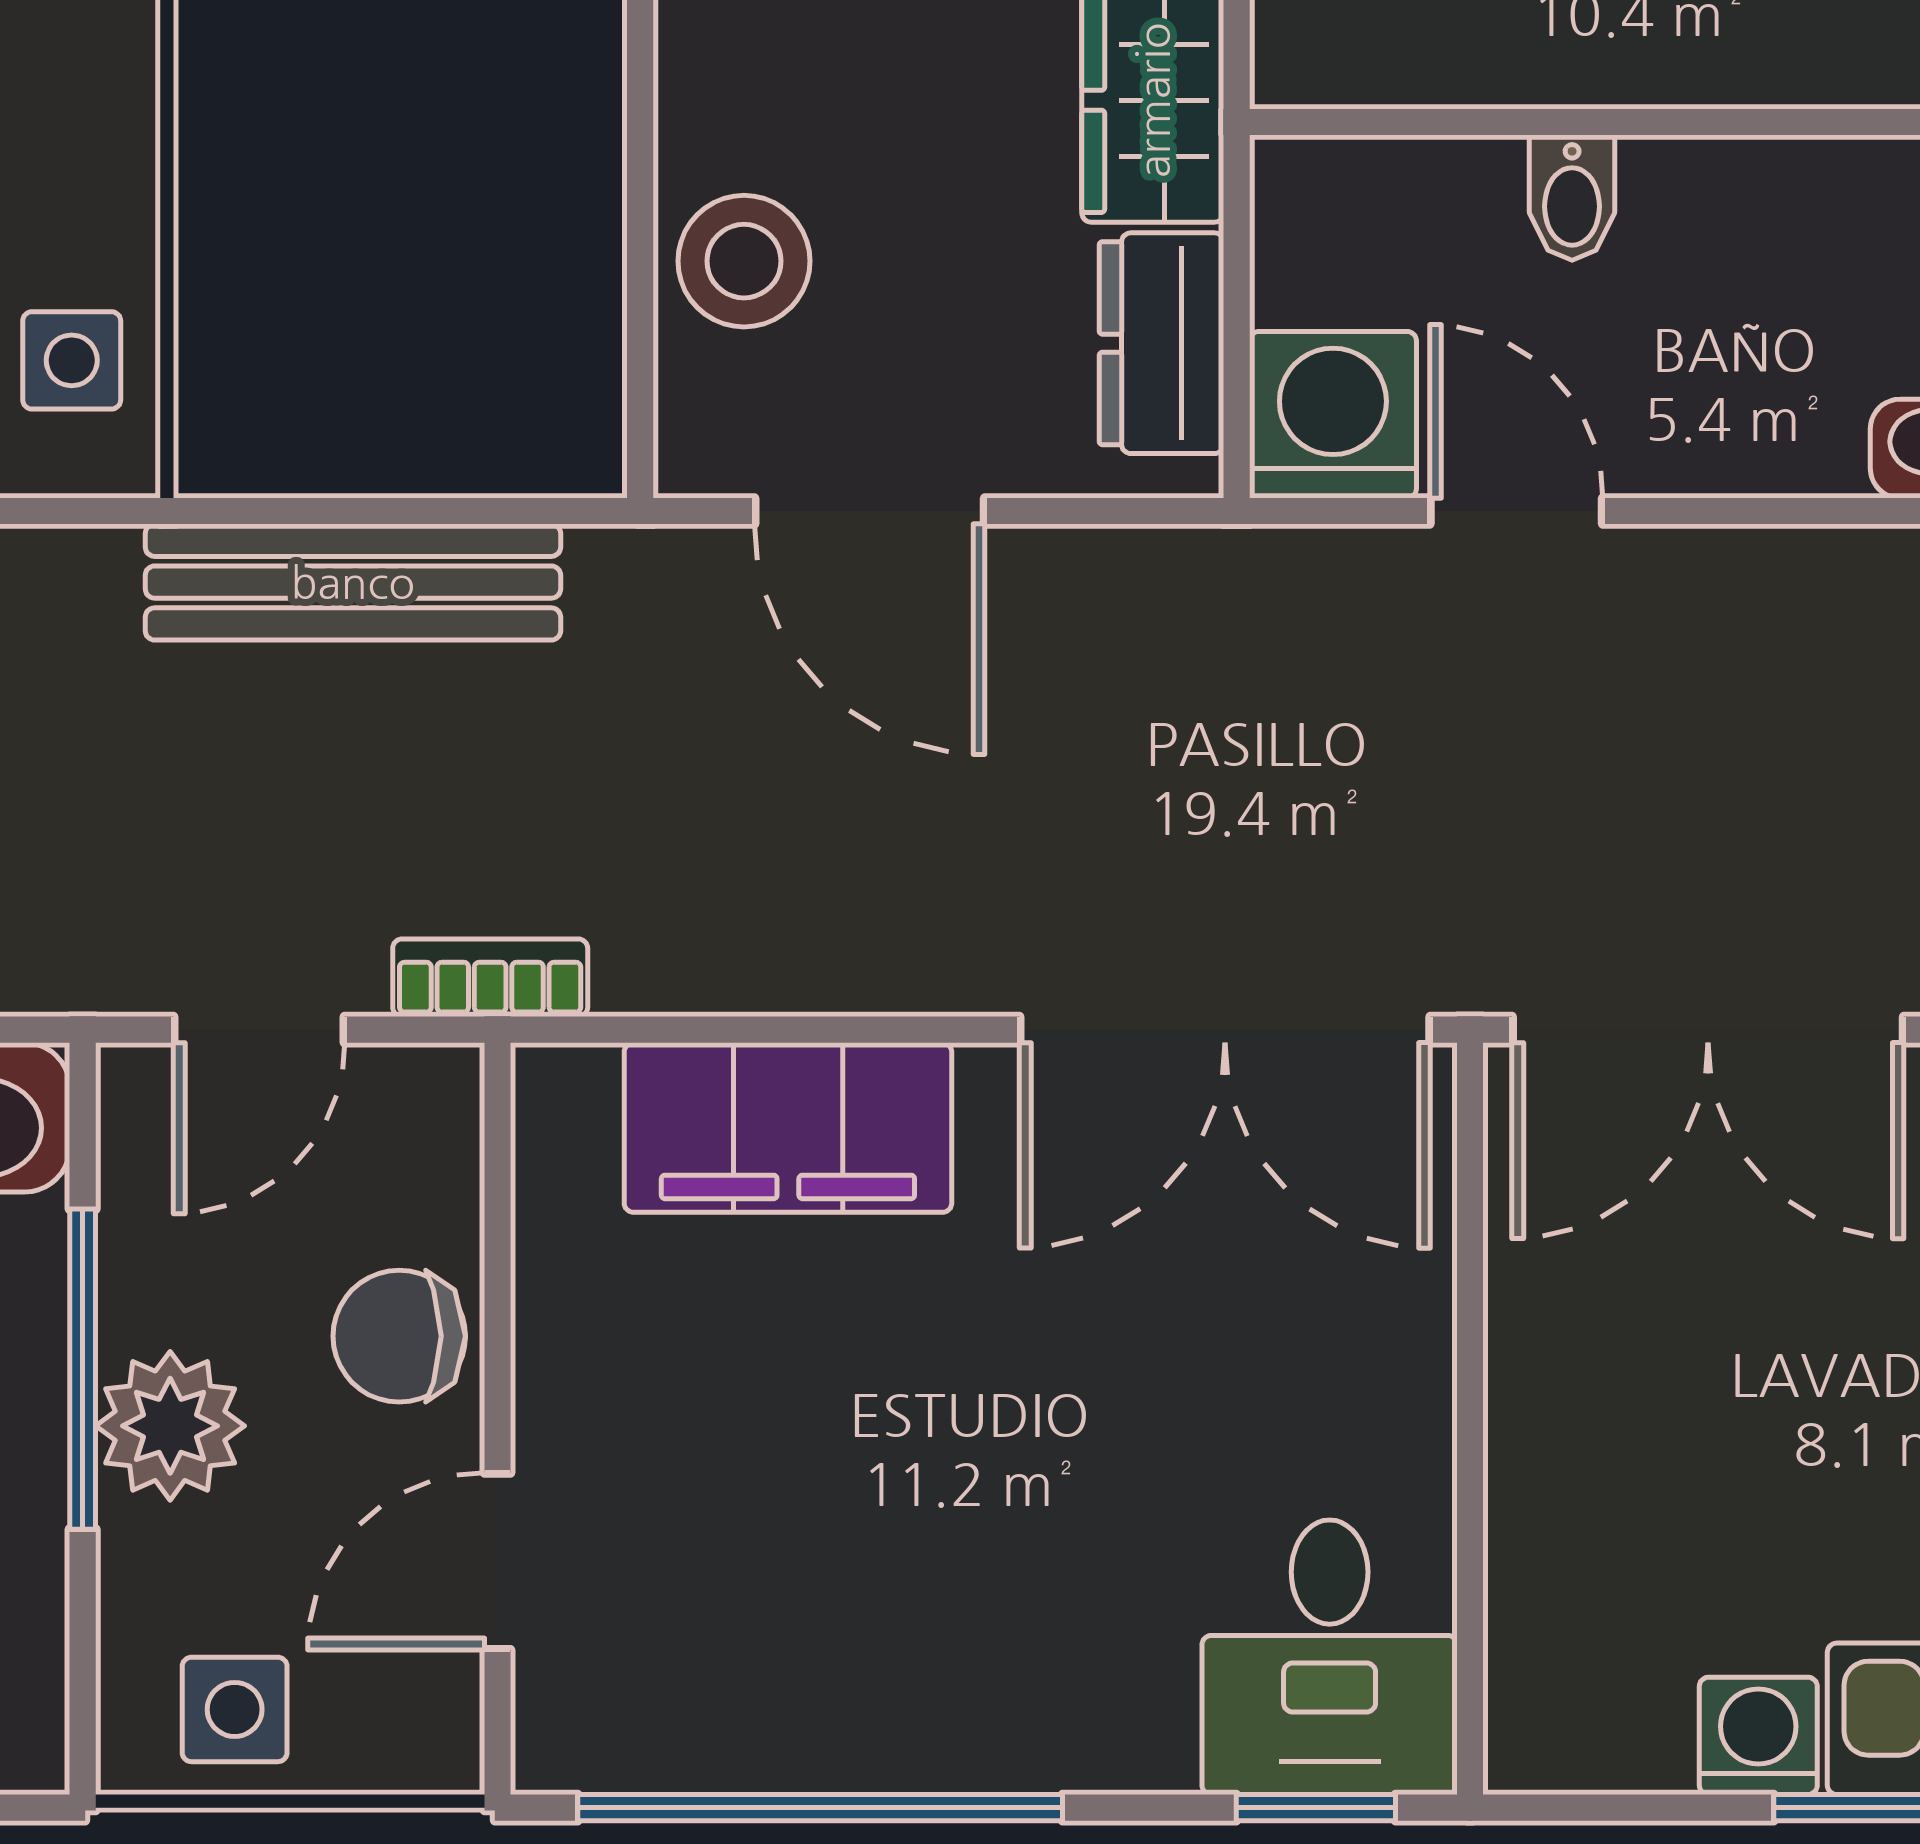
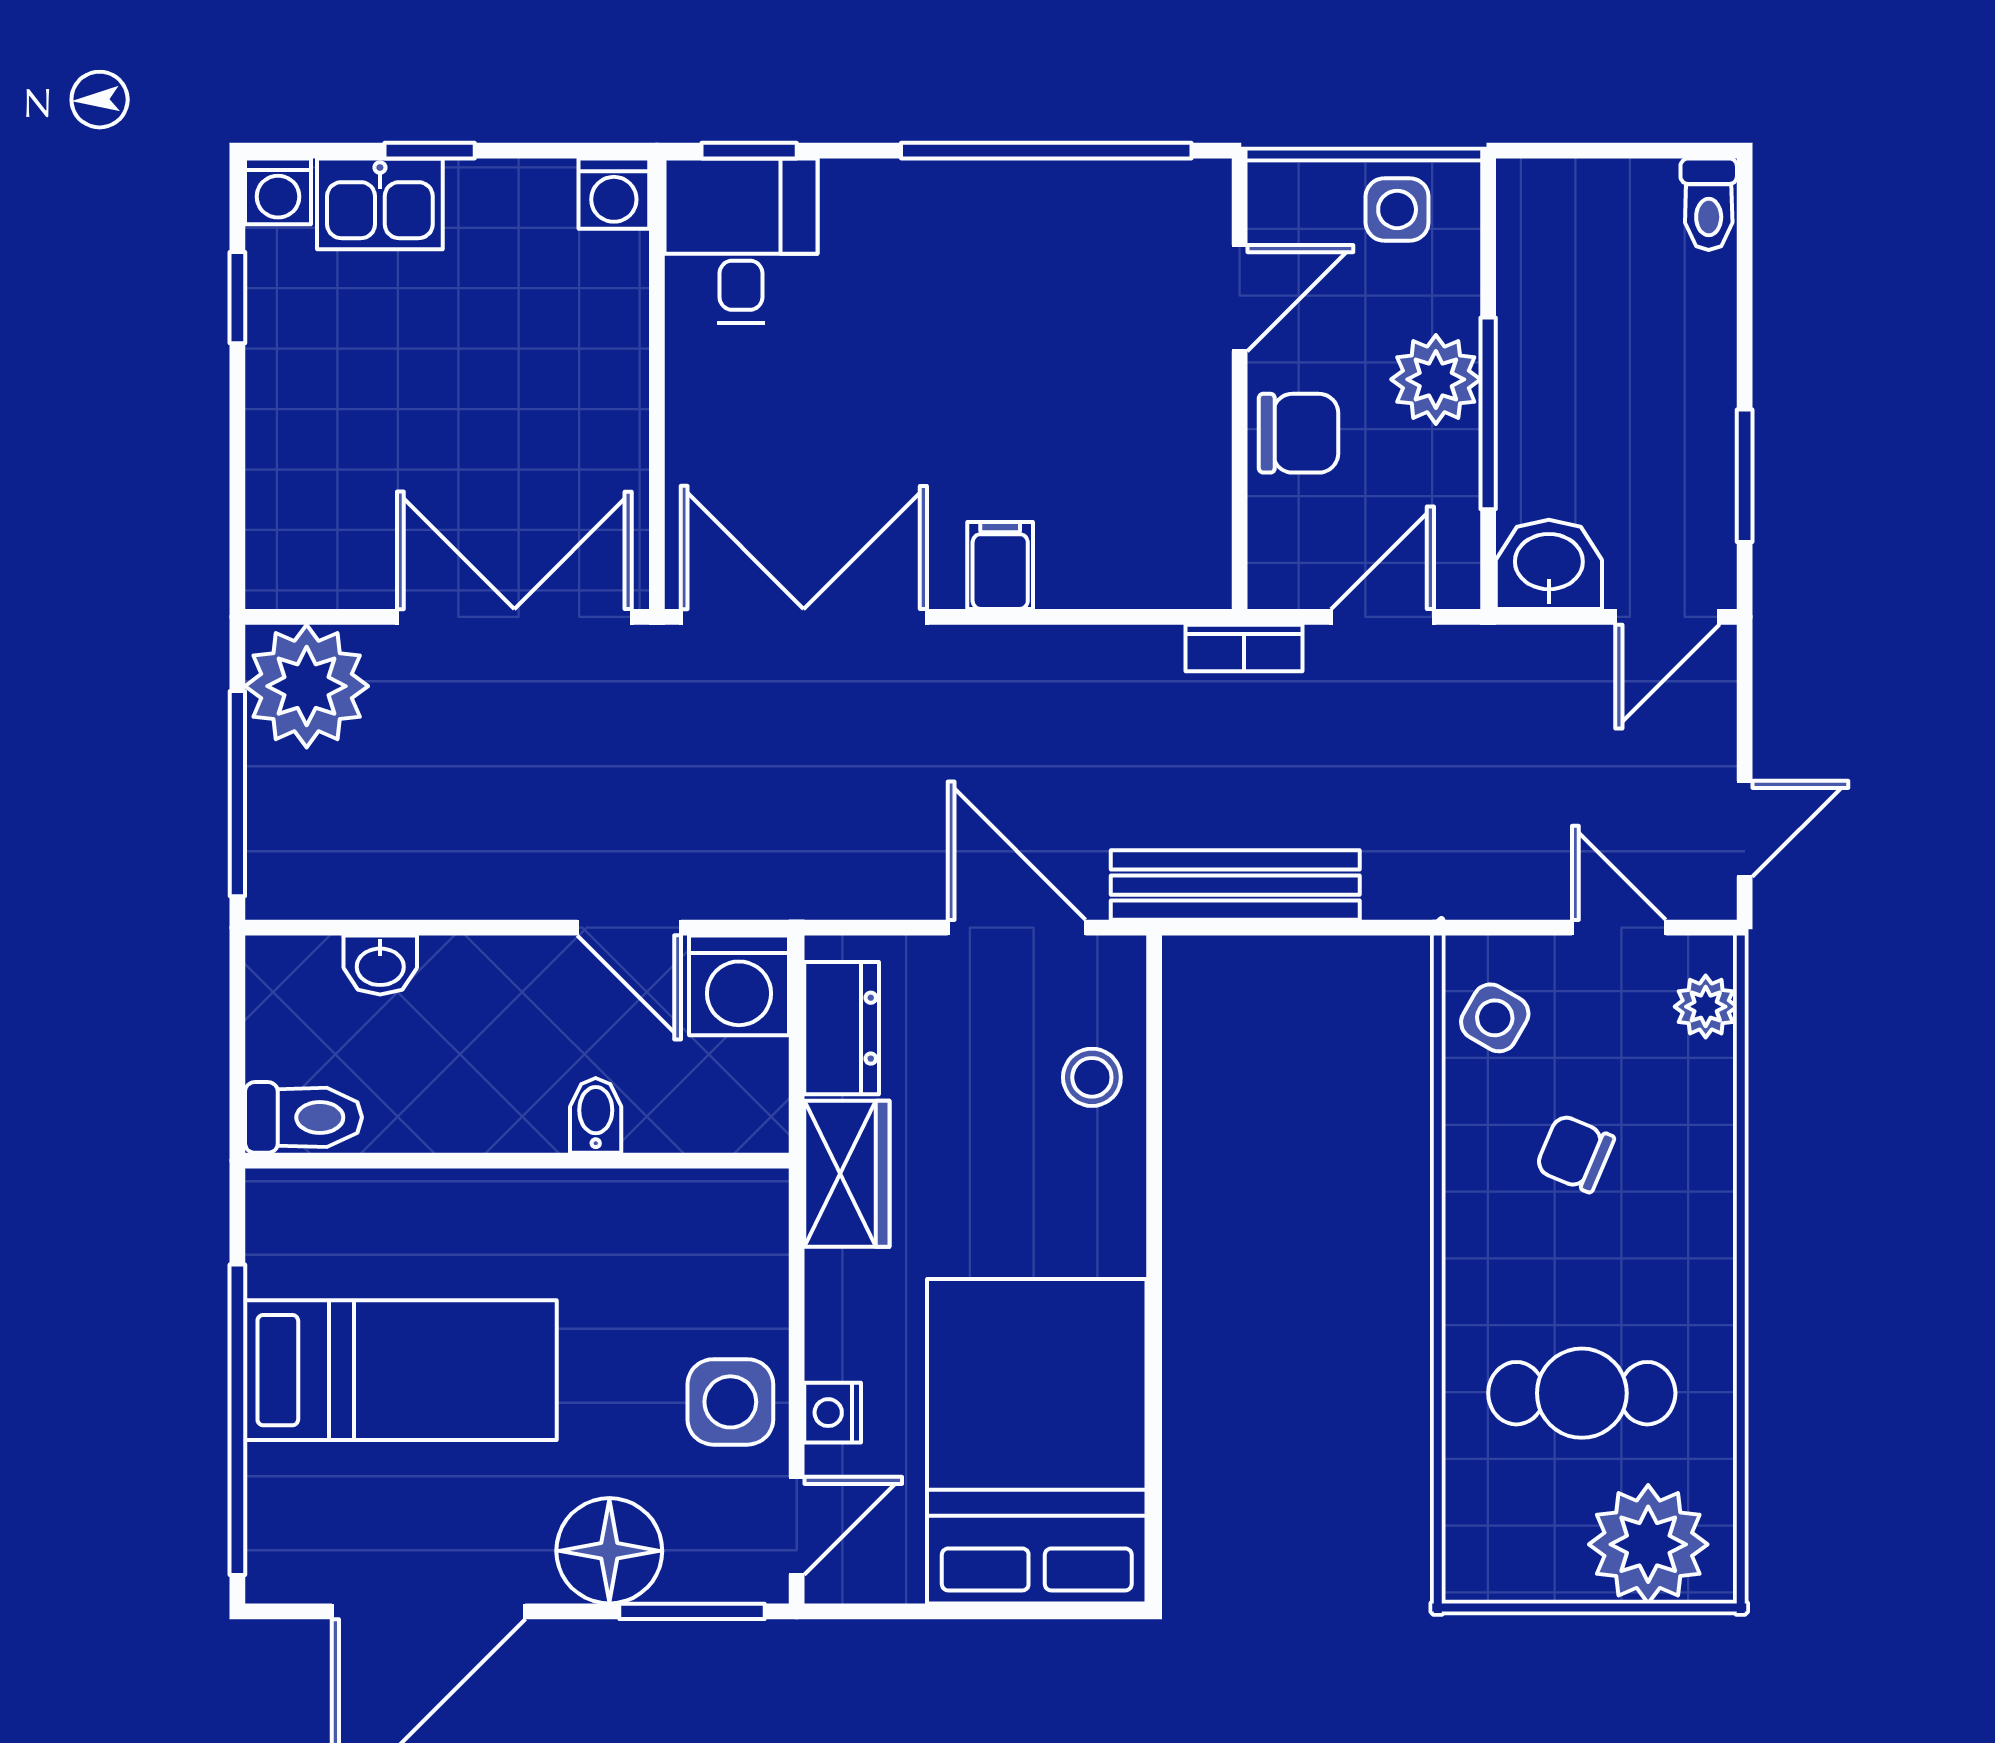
stool: (744, 261) -> (1092, 1077), width x0.73, depth x0.73
side table: (72, 360) -> (1495, 1018), turned 30
bench: (353, 582) -> (1235, 885), moved
filing cabinet: (788, 1128) -> (1000, 565), width x0.33, depth x0.86
washing machine: (1758, 1736) -> (614, 194), moved

